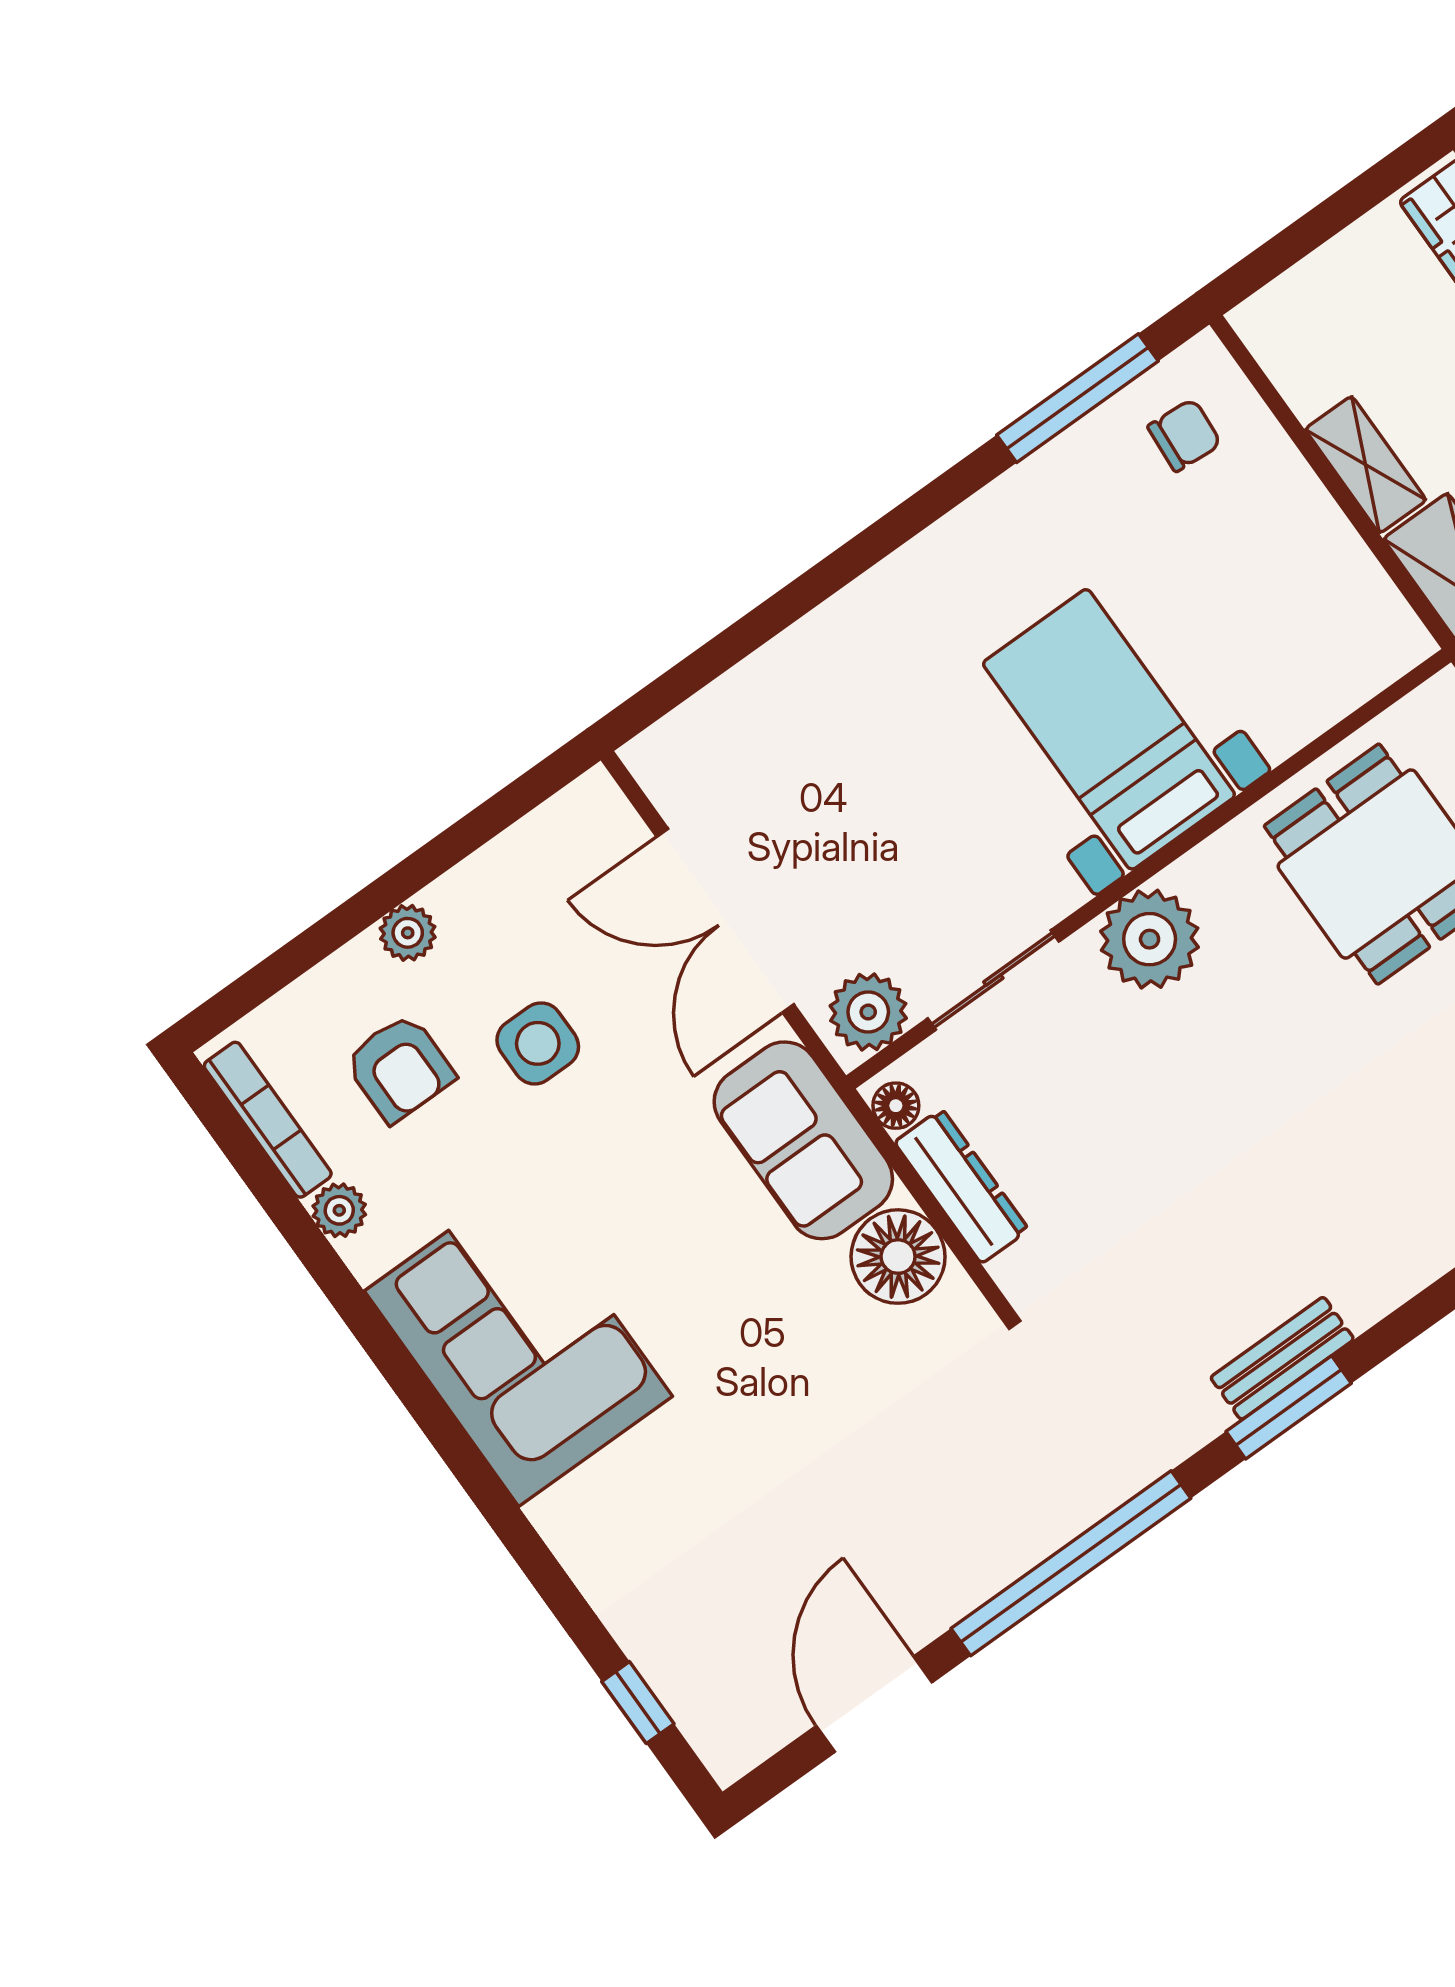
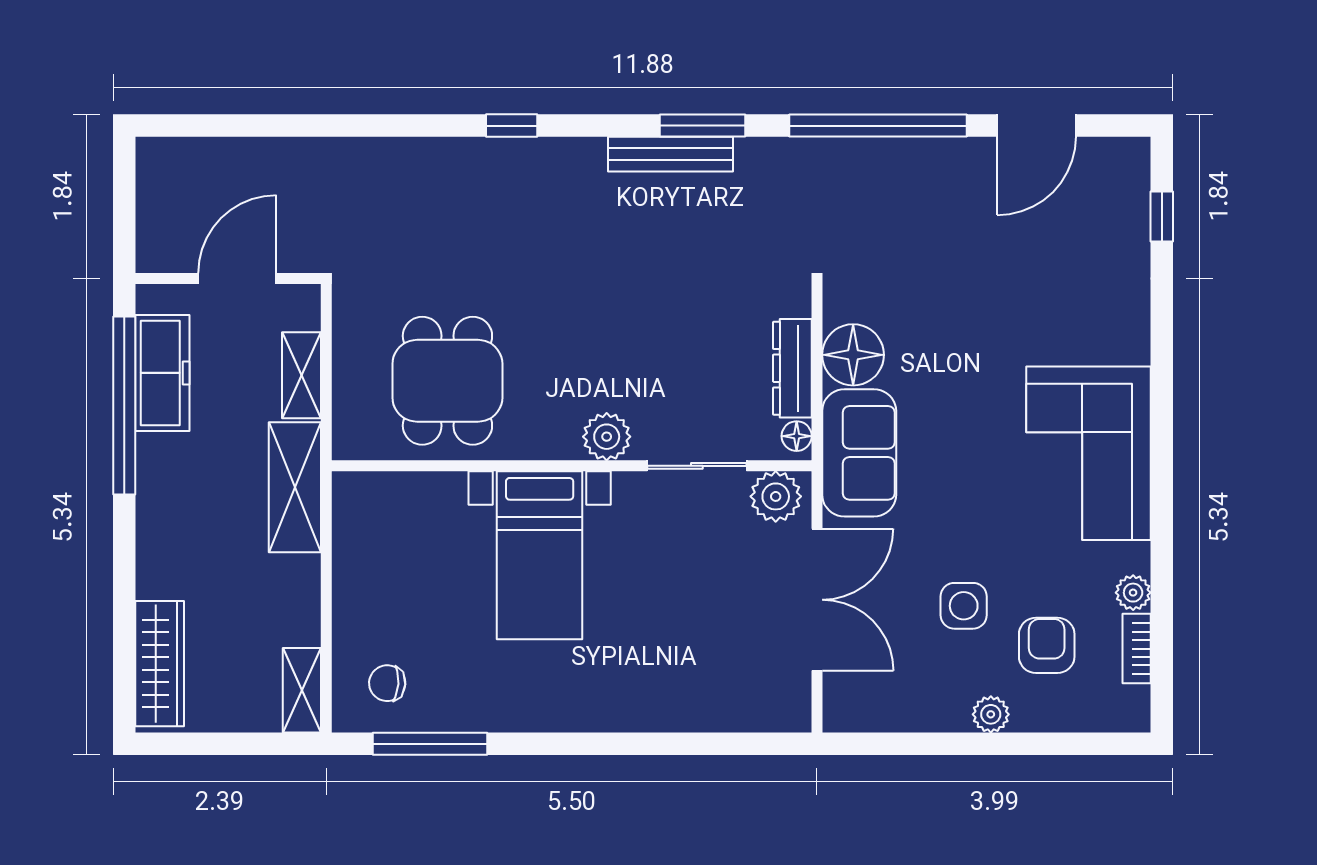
shelving: (1366, 465) -> (302, 690), moved
plant: (1150, 939) -> (607, 437), width x0.73, depth x0.73
bookcase: (268, 1120) -> (1137, 649), width x0.64
bench: (1282, 1358) -> (671, 154), width x1.36

